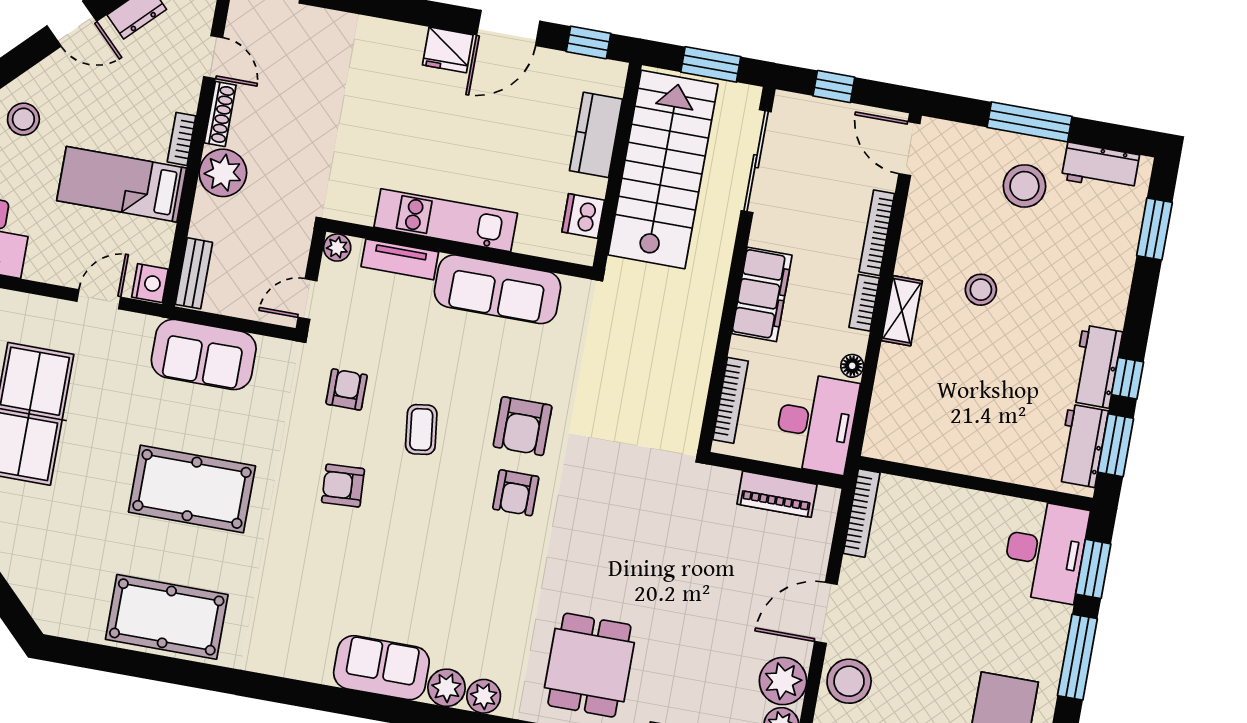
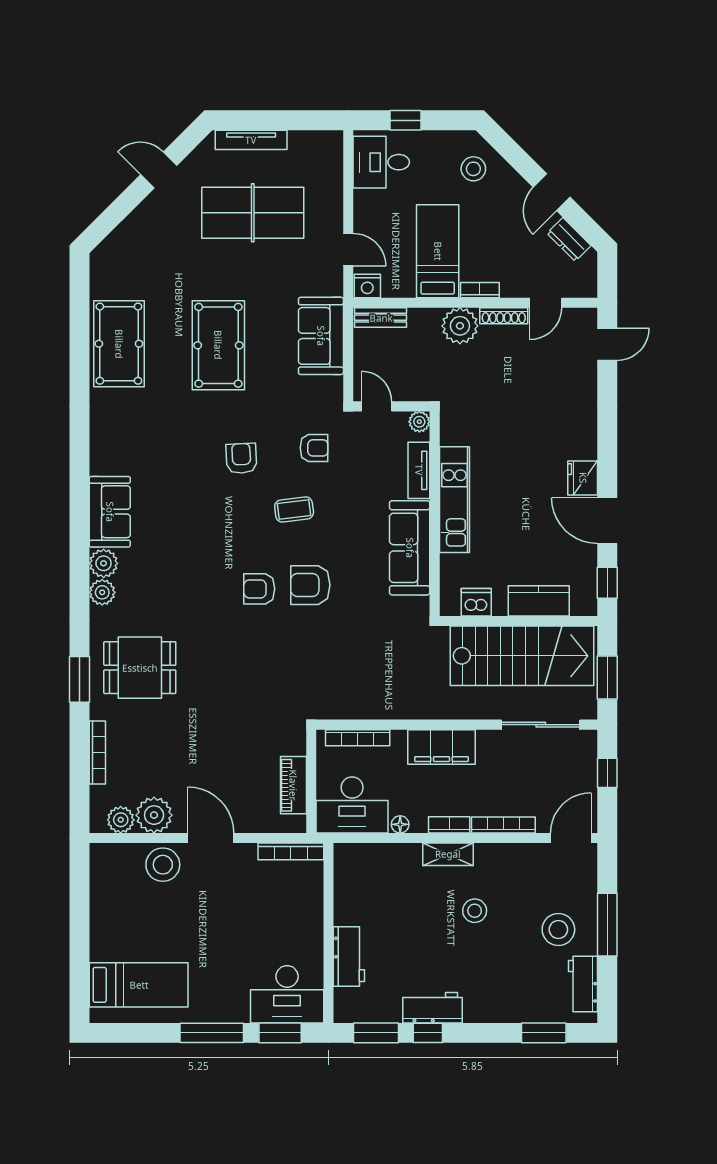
workbench: (1082, 446) -> (349, 956), moved, turned 90

